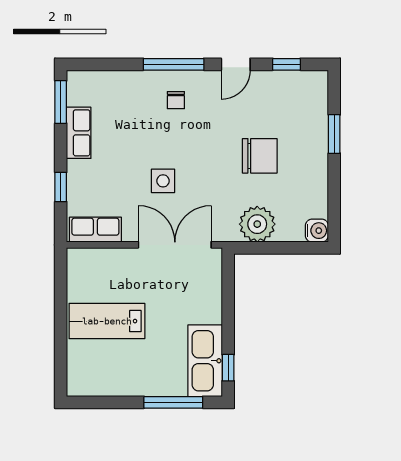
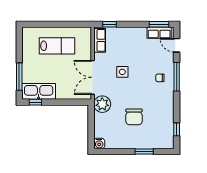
door: (236, 64) -> (177, 45), moved
row of seats: (79, 133) -> (159, 33), moved
window: (61, 187) -> (109, 24), moved
plant: (257, 224) -> (102, 104), moved
double door: (175, 245) -> (93, 77), swing flipped
lab bench: (107, 321) -> (57, 46), turned 90

